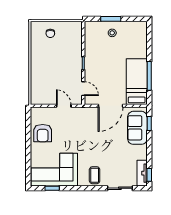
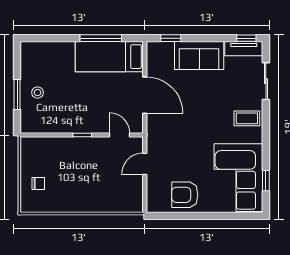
door: (83, 89) -> (120, 135), hinge flipped
sofa: (137, 128) -> (199, 55), moved
armchair: (43, 133) -> (185, 195), turned 180

